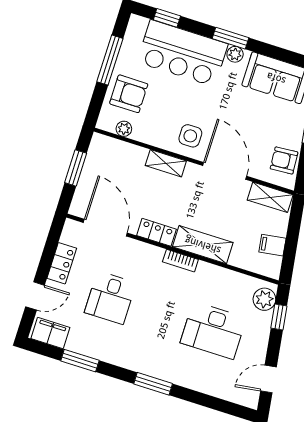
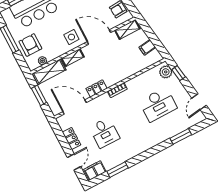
armchair: (129, 94) -> (30, 45), turned -90
shelving: (203, 245) -> (49, 72), moved
window: (153, 384) -> (181, 136), moved

